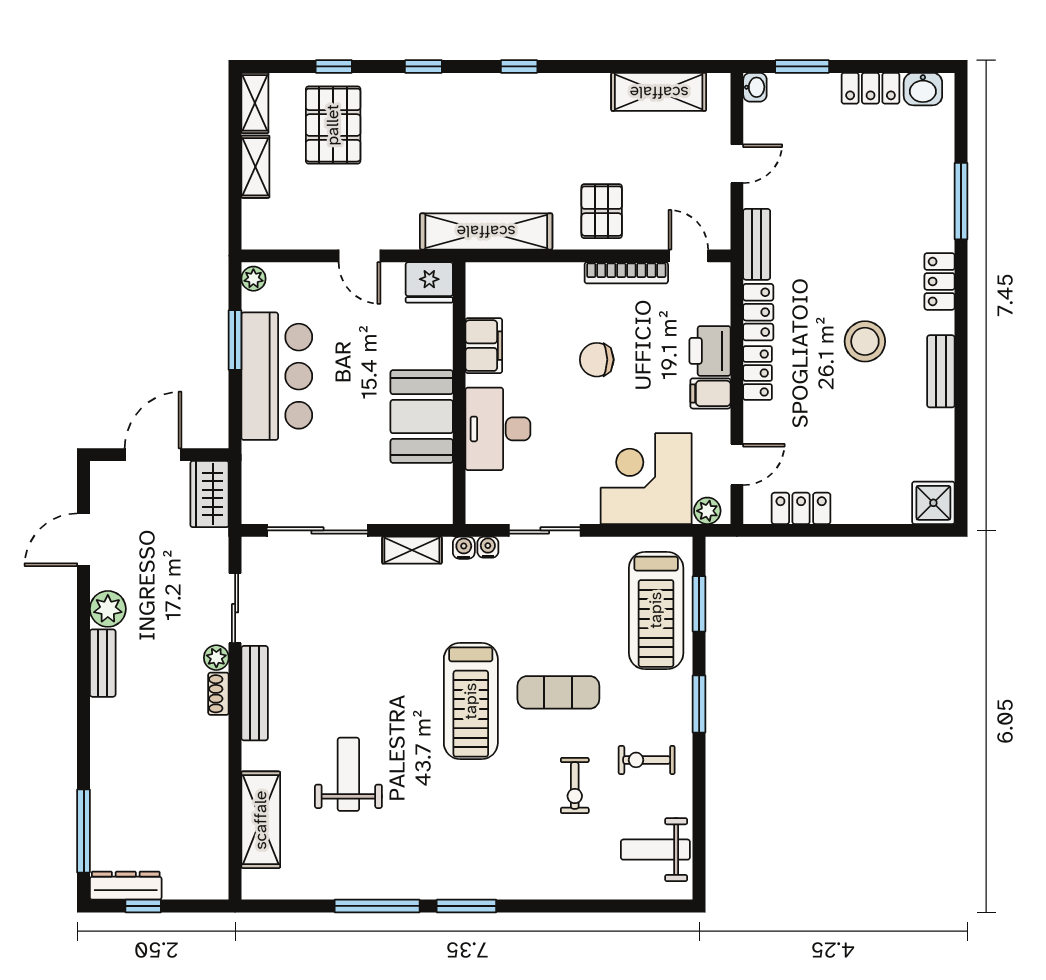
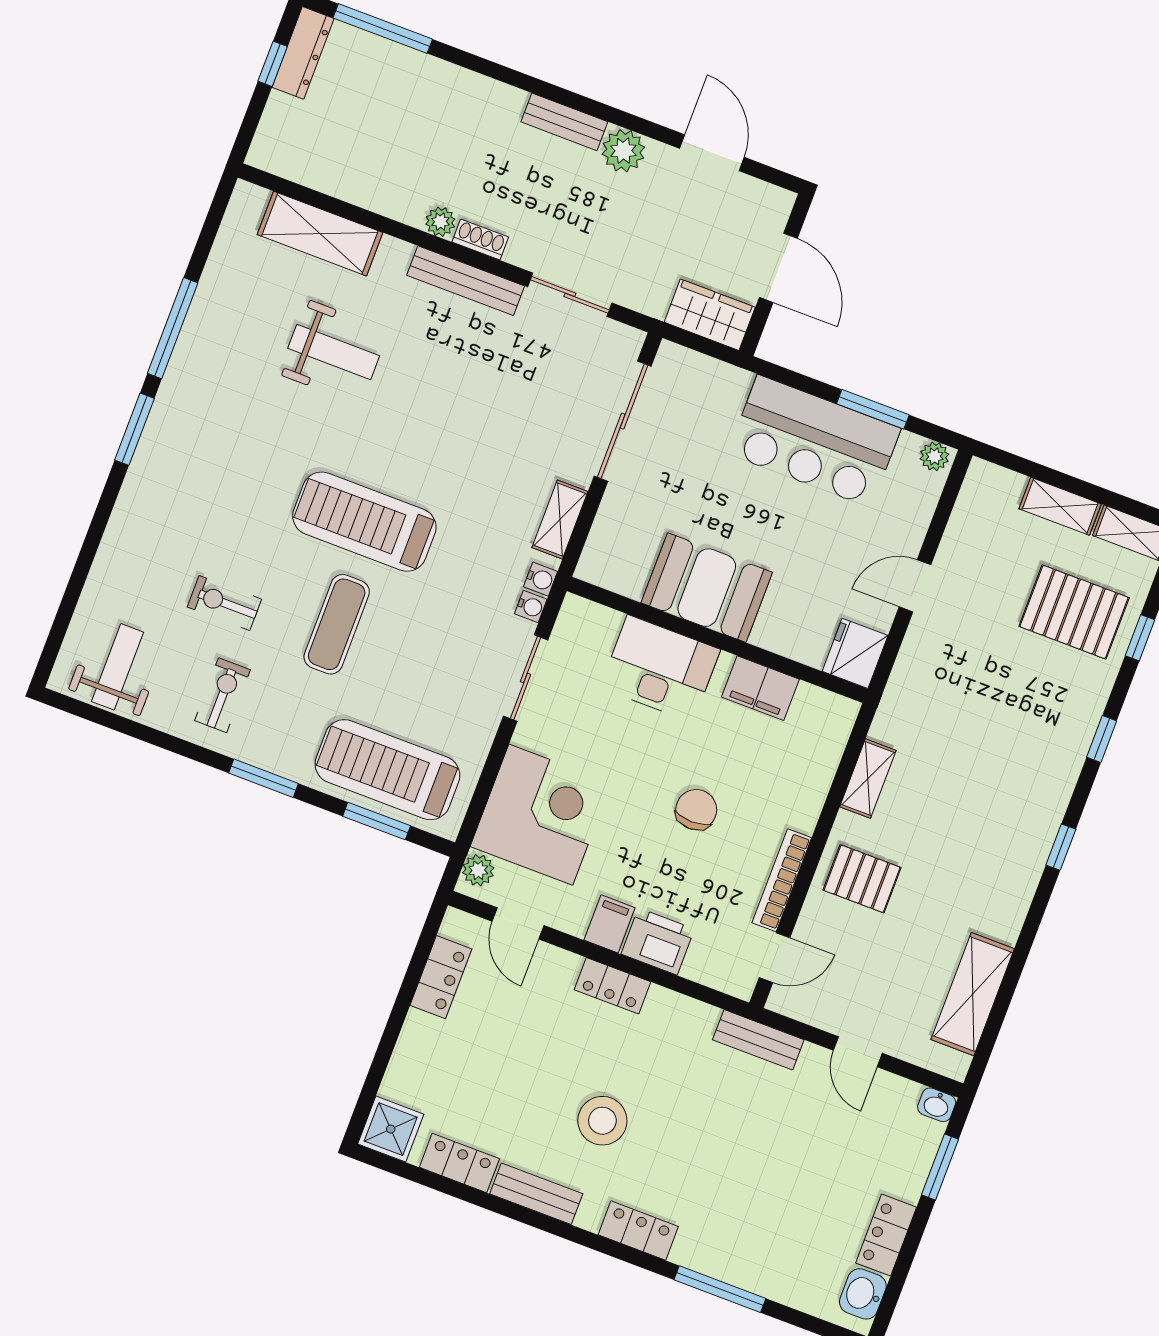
shelving: (486, 231) -> (868, 779), width x0.45, depth x0.75
locker: (758, 312) -> (459, 1163), moved, turned 180
plant: (216, 658) -> (440, 222), moved

